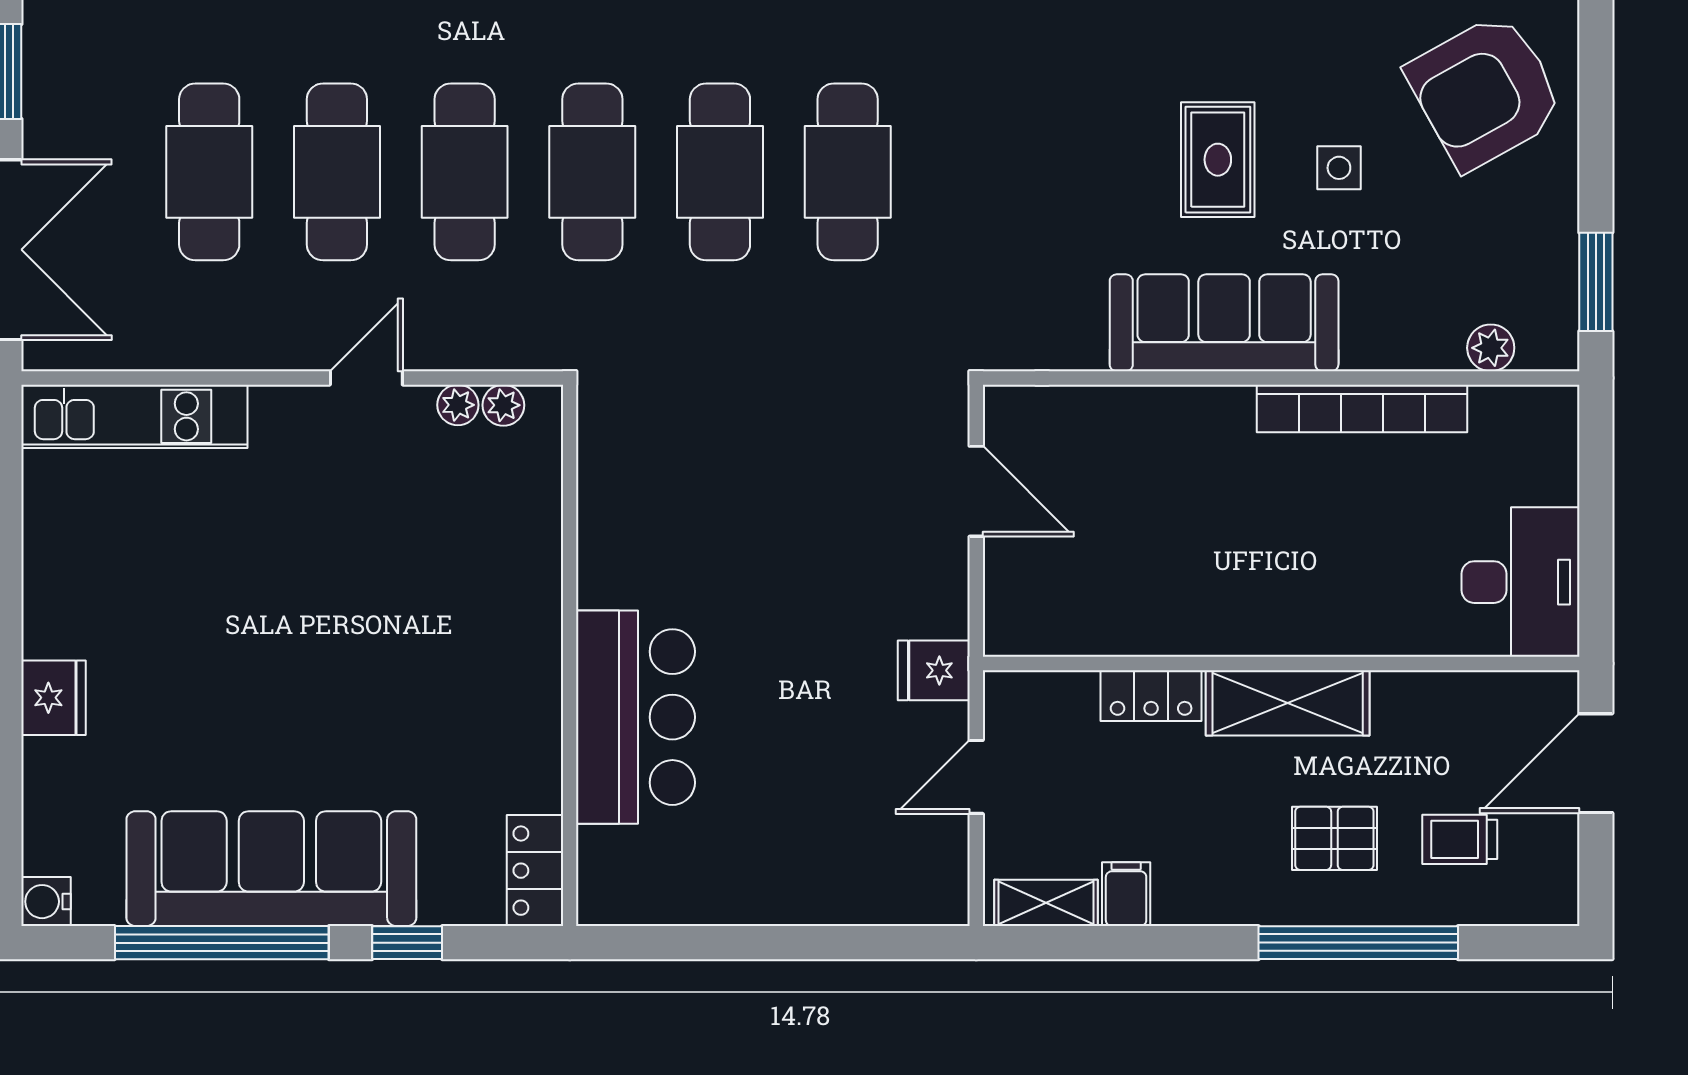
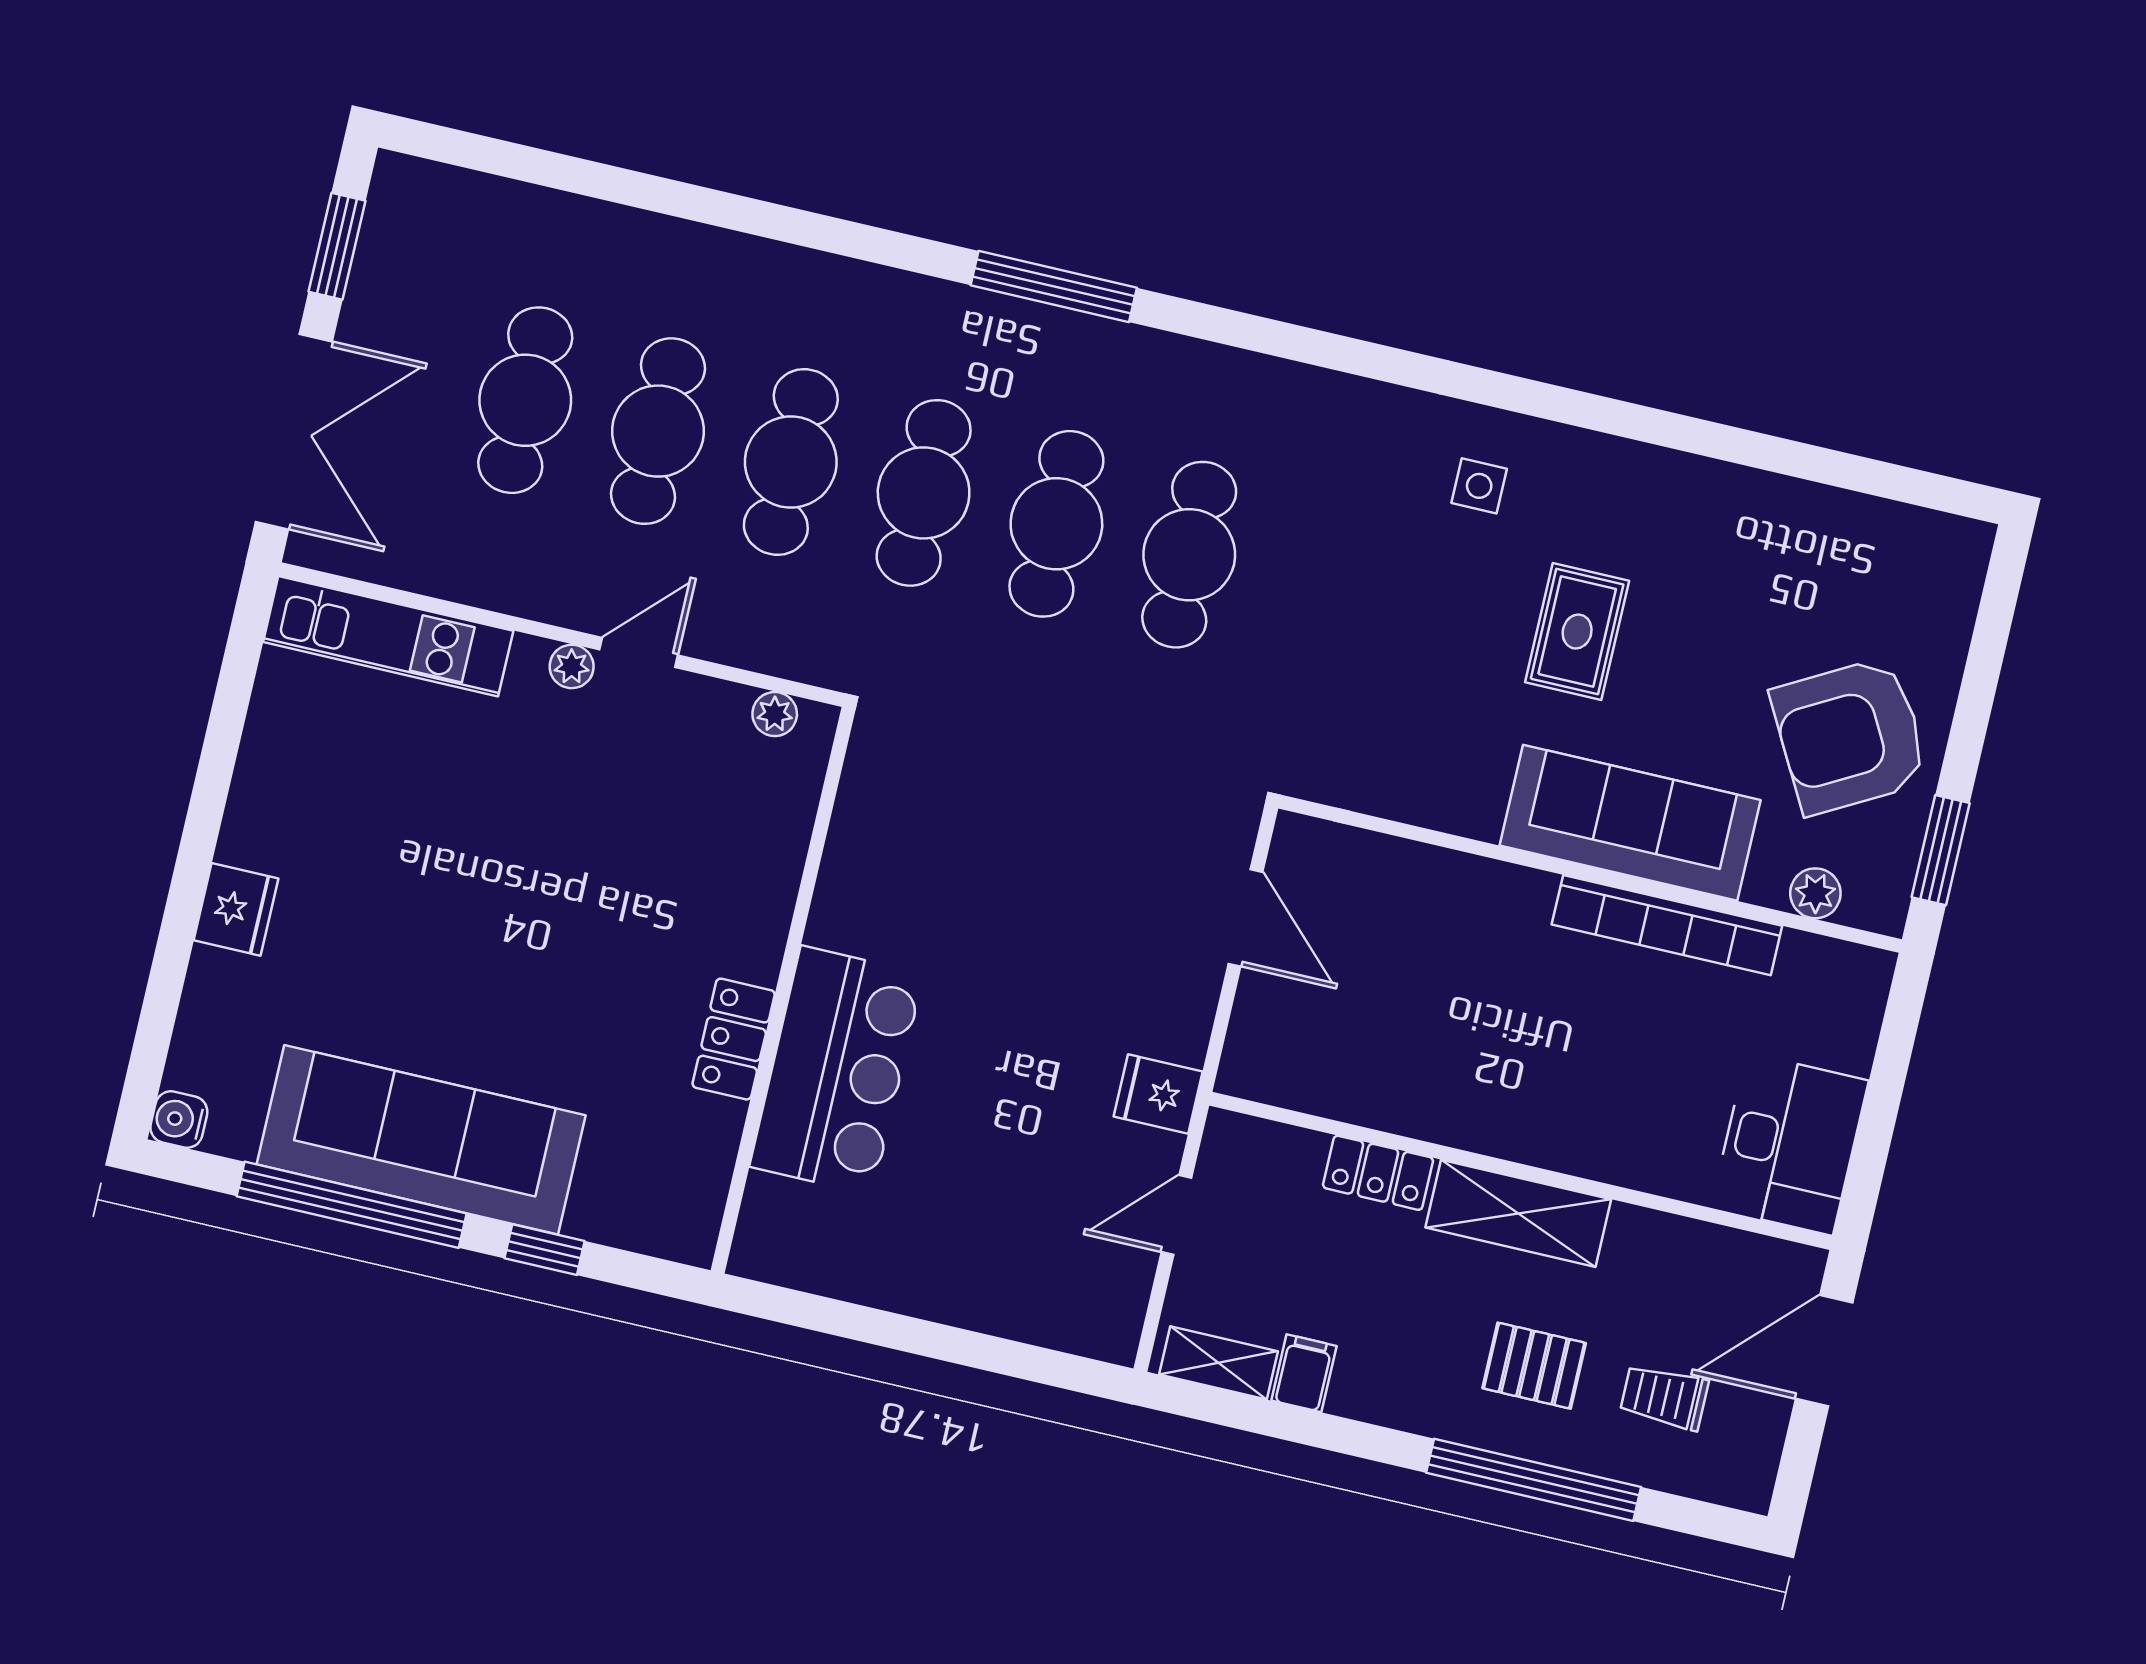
armchair: (1485, 92) -> (1850, 736), moved
side table: (1339, 168) -> (1479, 486), moved
sofa: (1224, 323) -> (1630, 823), moved
plant: (458, 405) -> (572, 666), moved
locker: (535, 871) -> (734, 1039), moved

